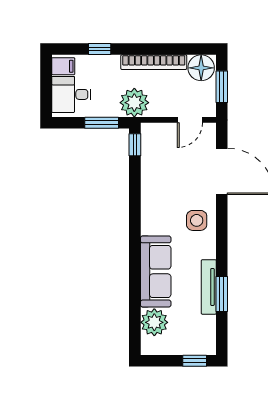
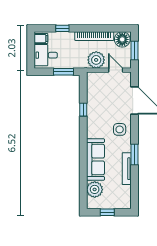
plant: (134, 103) -> (96, 60), moved
door: (190, 120) -> (116, 70), swing flipped
window: (135, 145) -> (83, 110), moved
window: (222, 294) -> (134, 154), moved
window: (195, 361) -> (107, 212), moved

